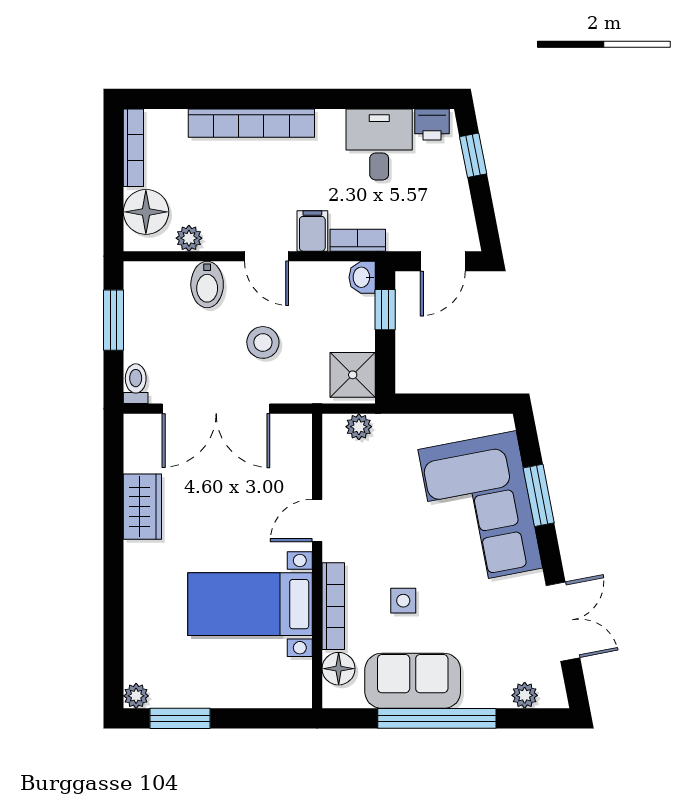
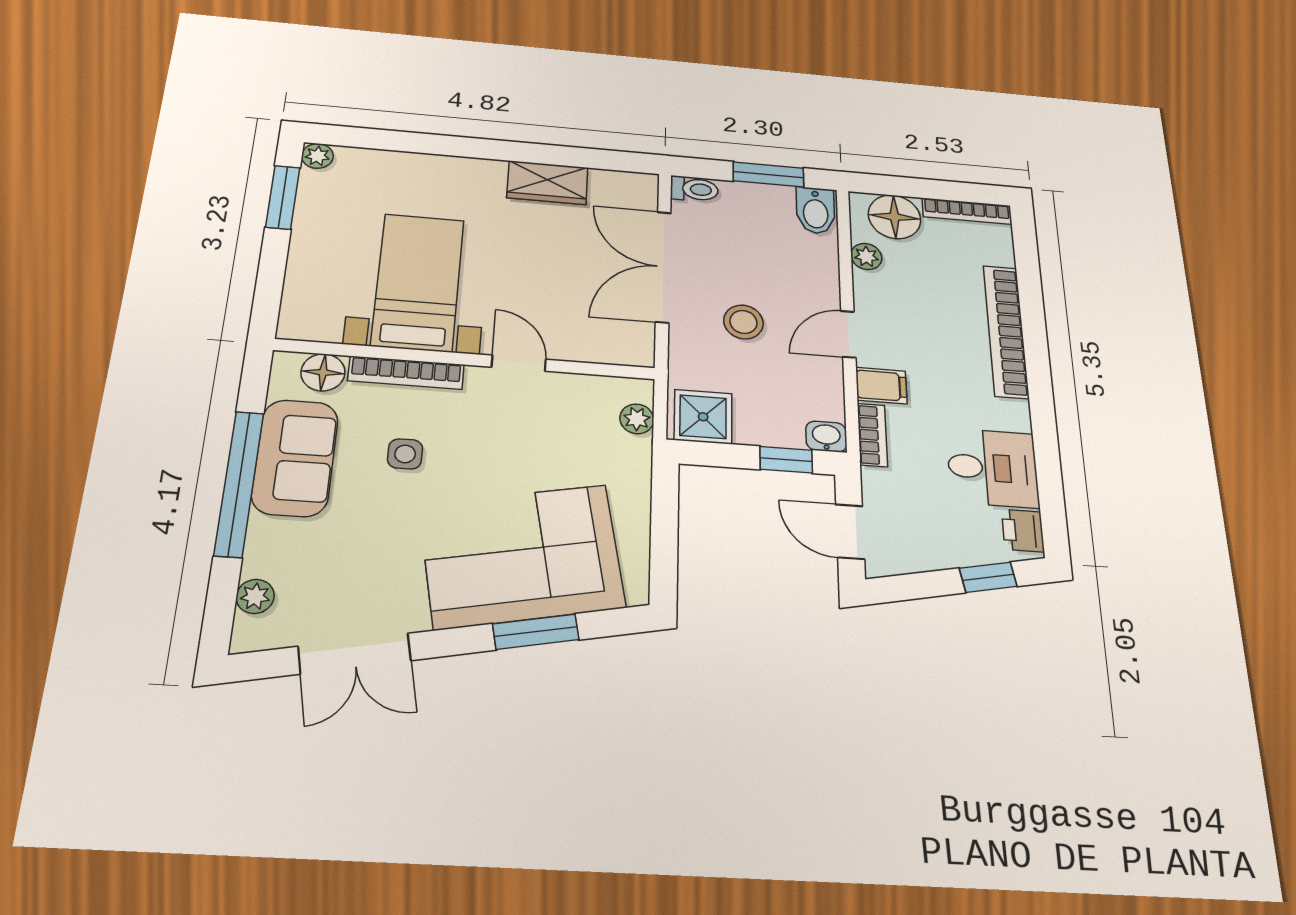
bidet: (207, 285) -> (816, 211), moved, turned -90

